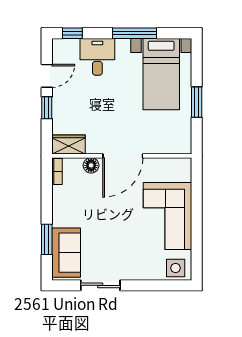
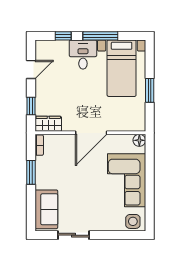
window: (72, 33) -> (63, 36), moved
desk: (97, 57) -> (83, 54), moved
window: (47, 108) -> (31, 106), moved
floor lamp: (91, 165) -> (139, 140), moved
window: (47, 239) -> (31, 172), moved

